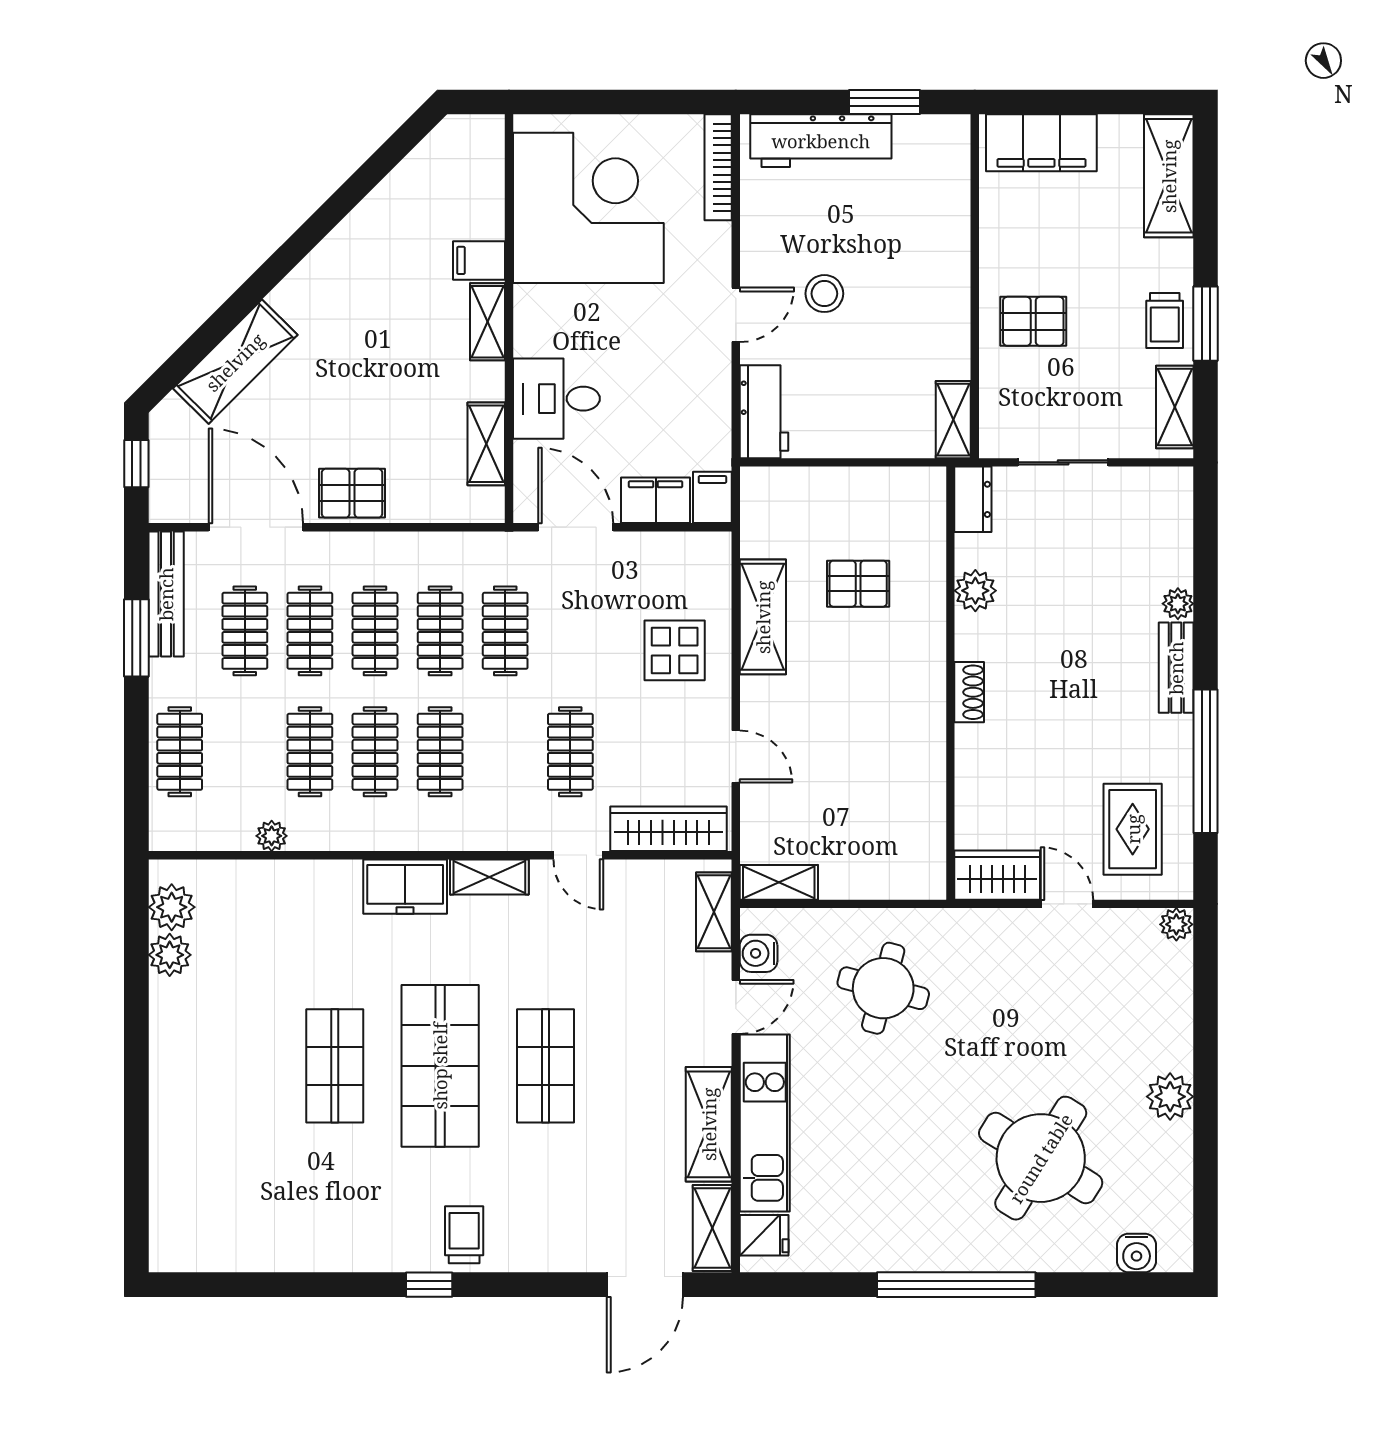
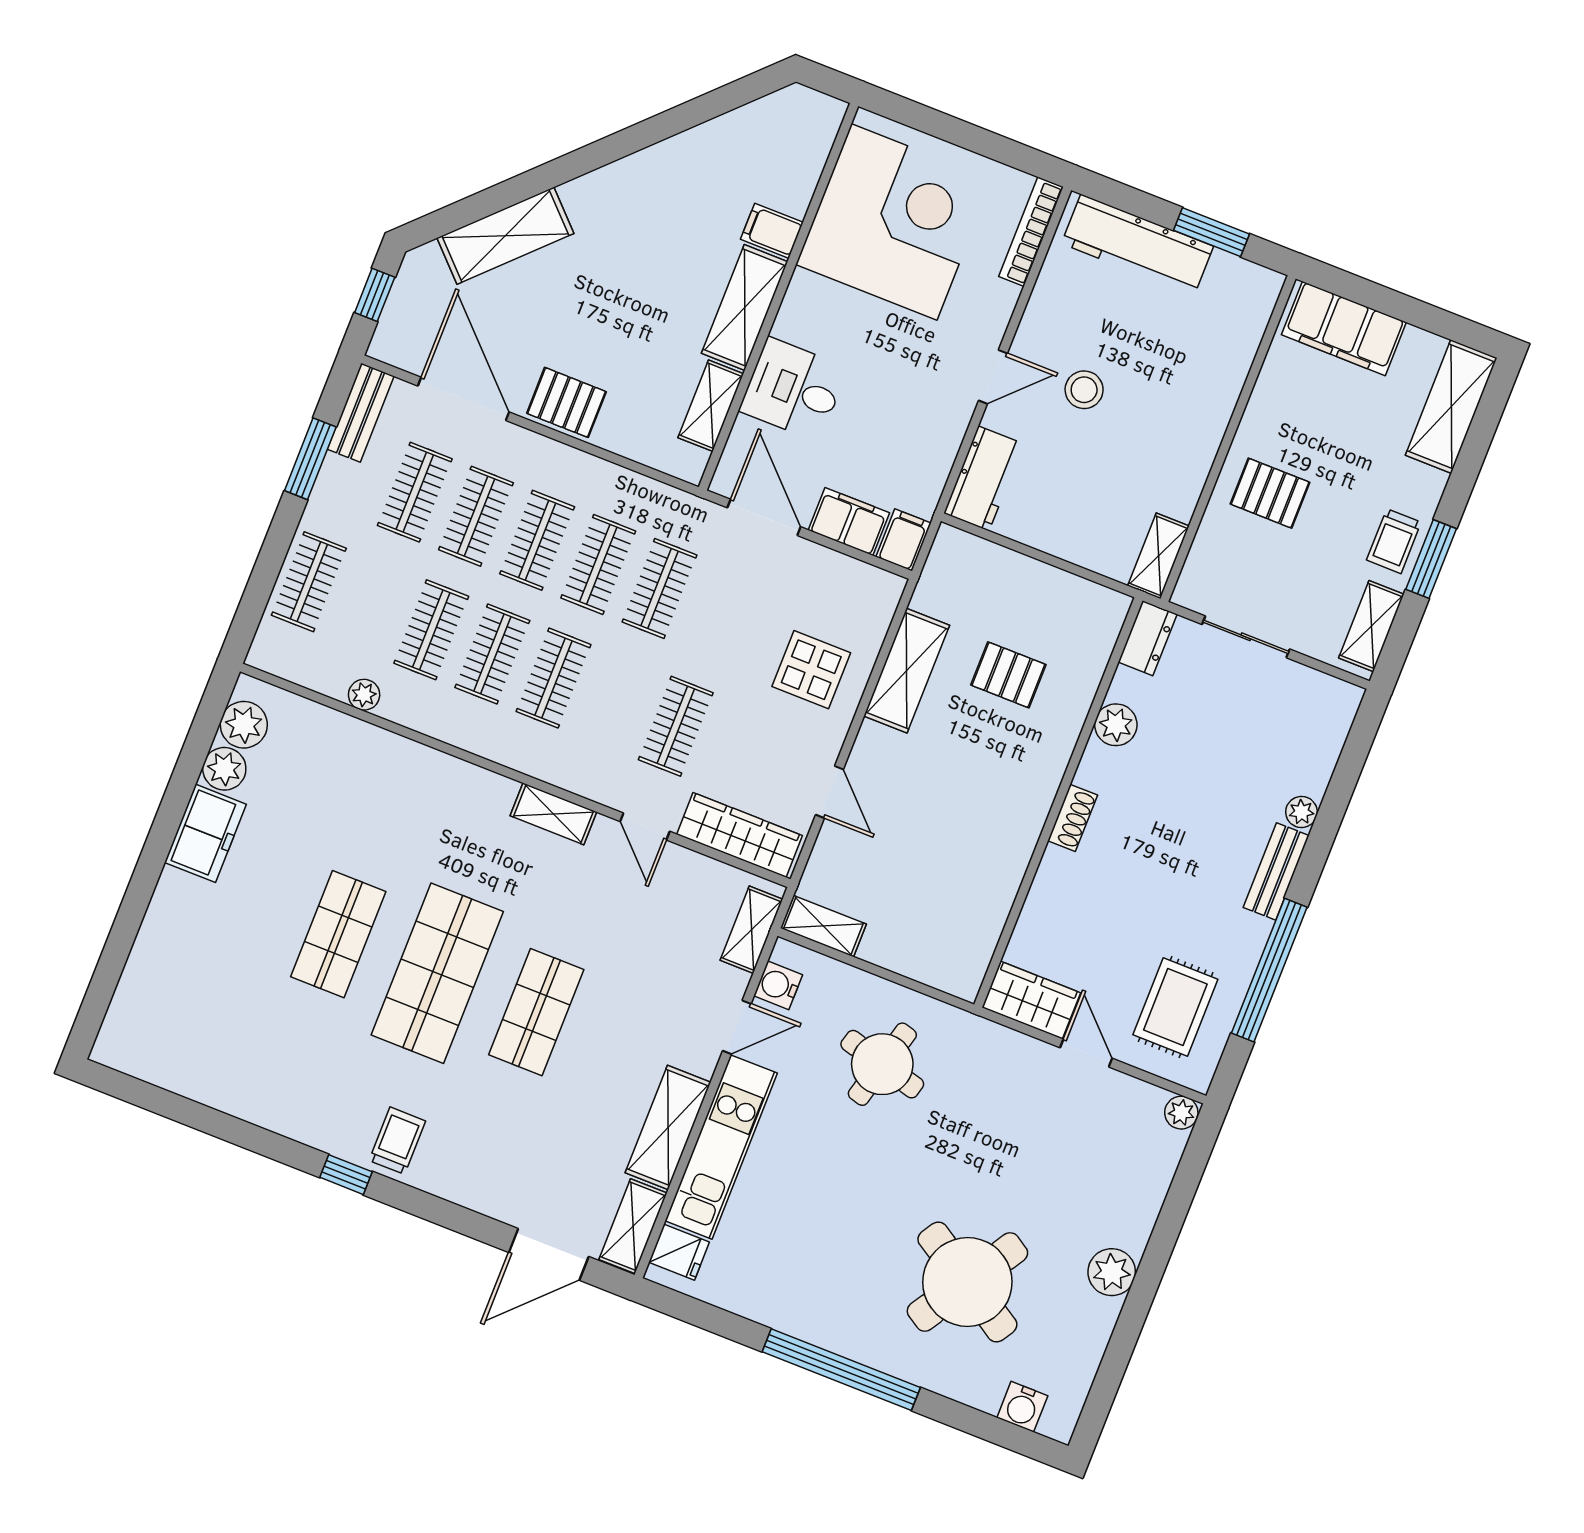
shelving: (488, 322) -> (745, 308), width x1.50, depth x1.33
bench: (166, 594) -> (361, 413), width x0.73
freezer: (405, 887) -> (205, 833), moved, turned -90

